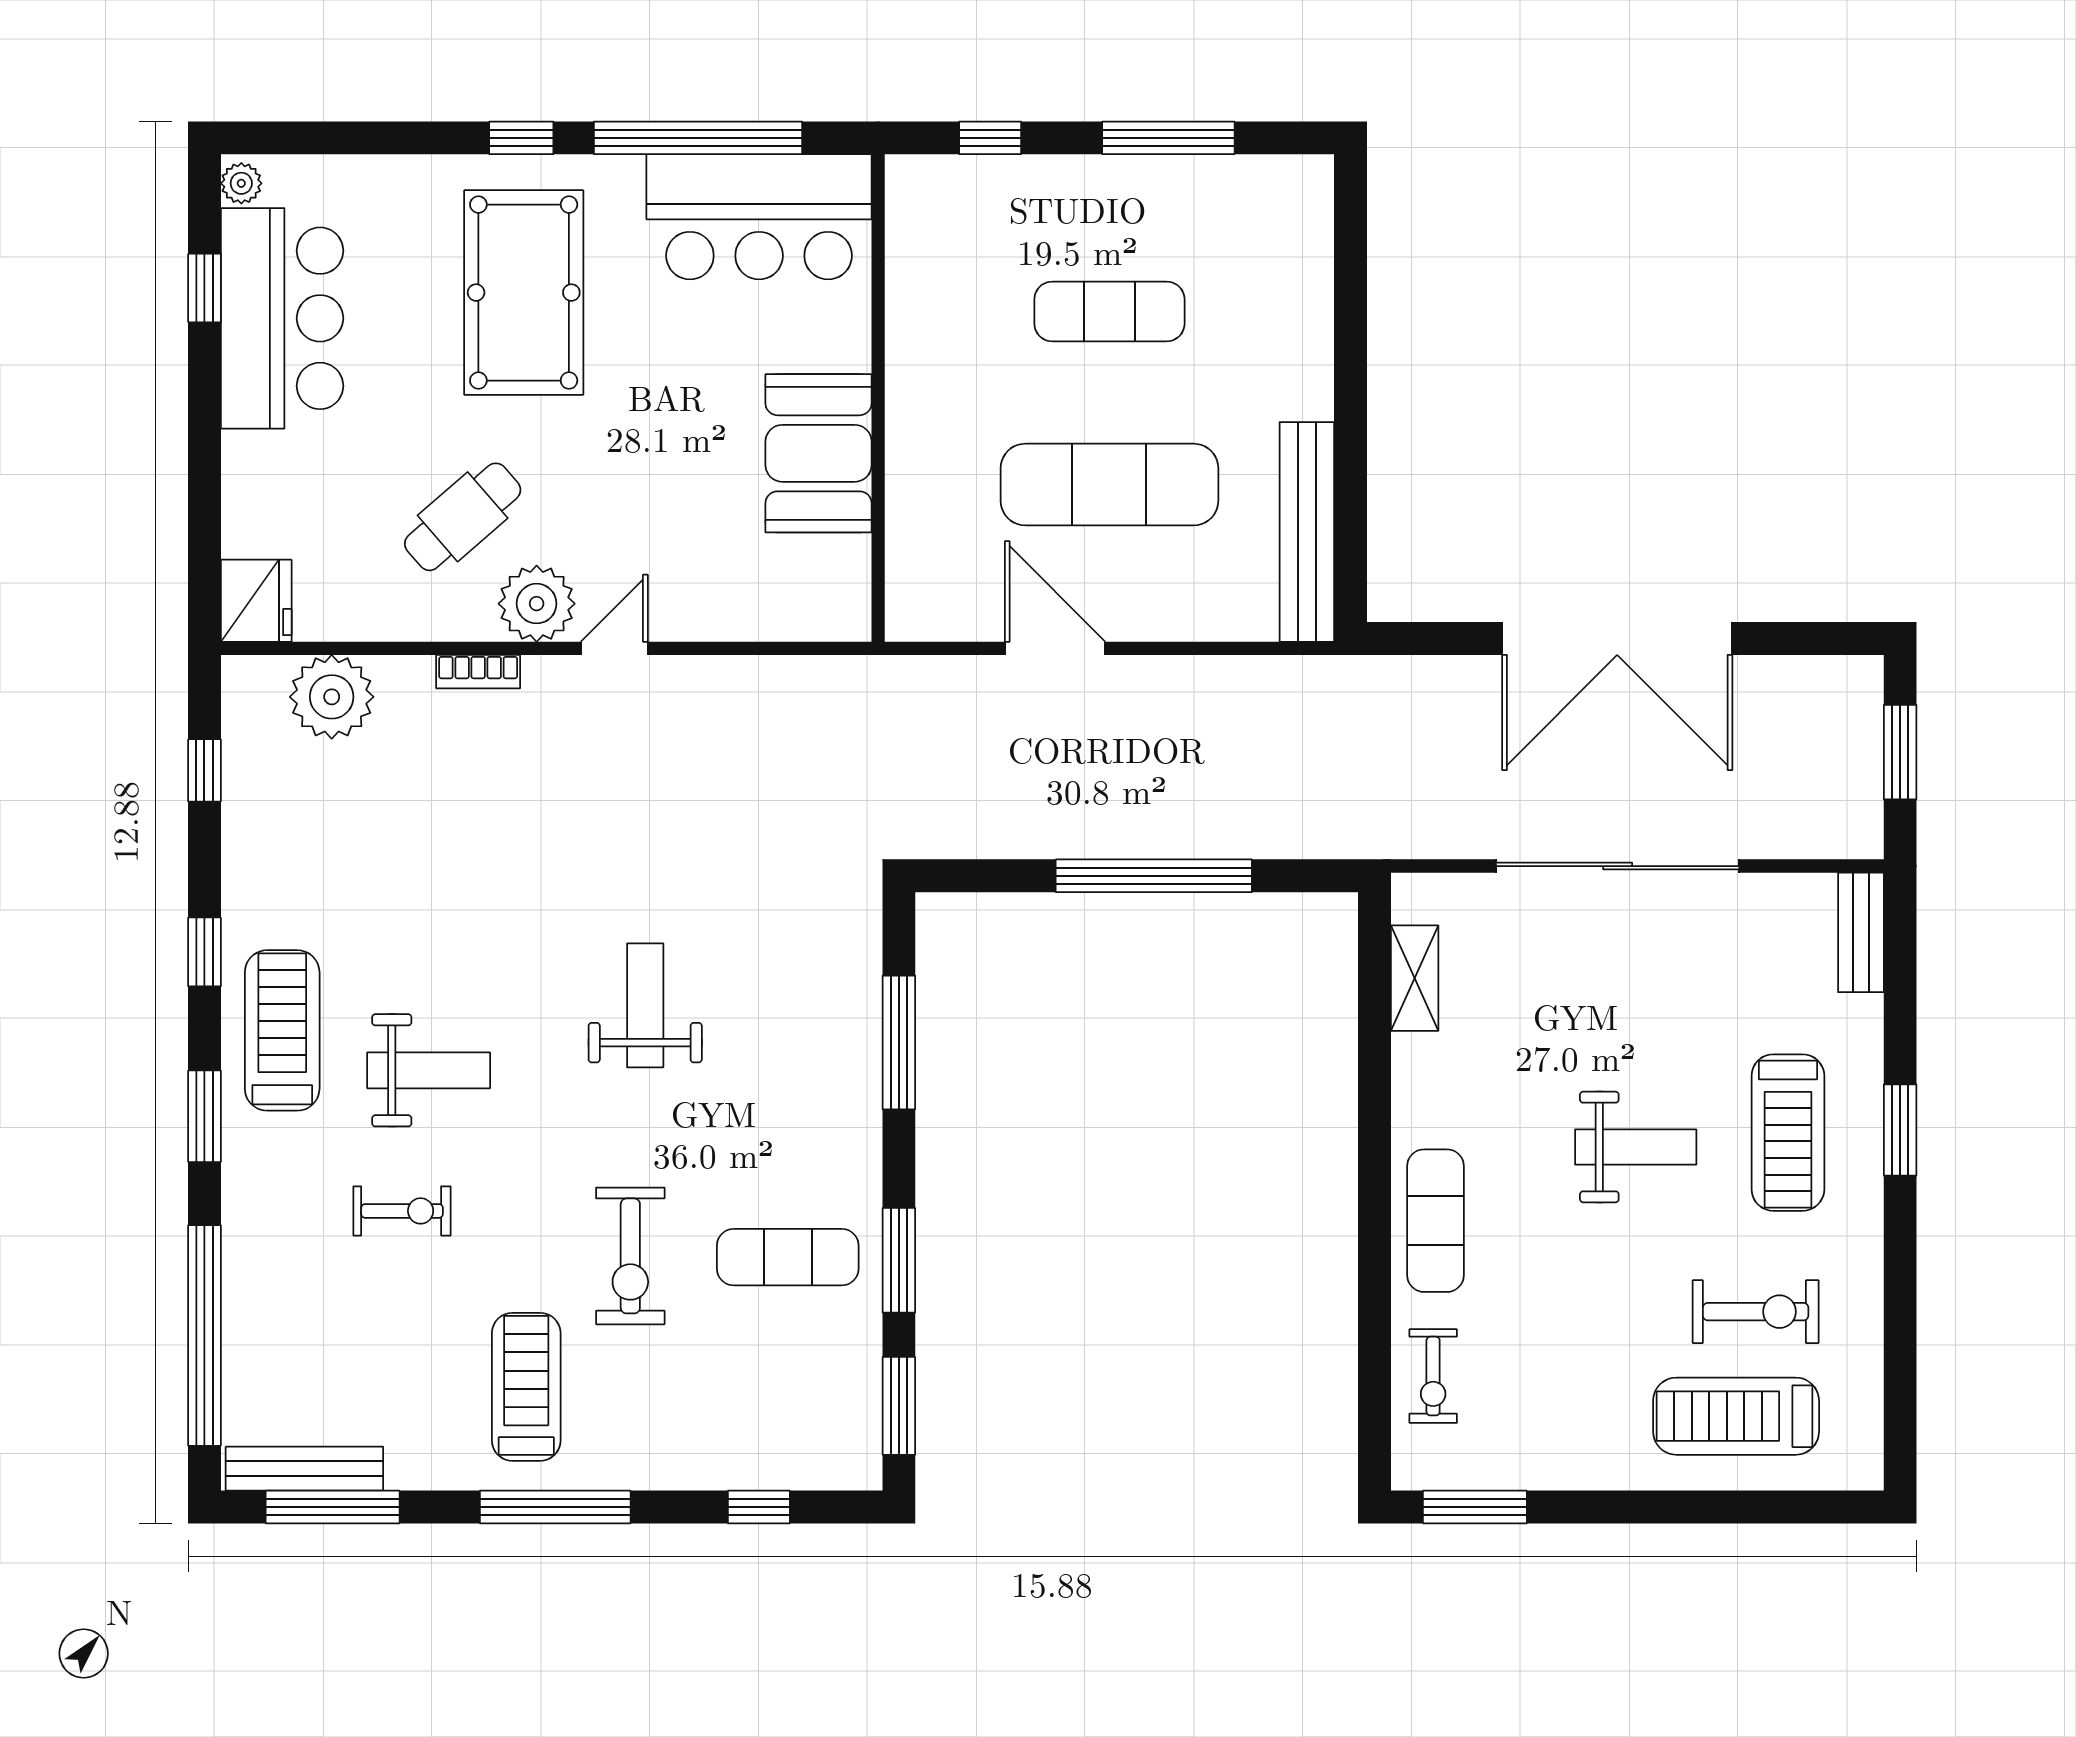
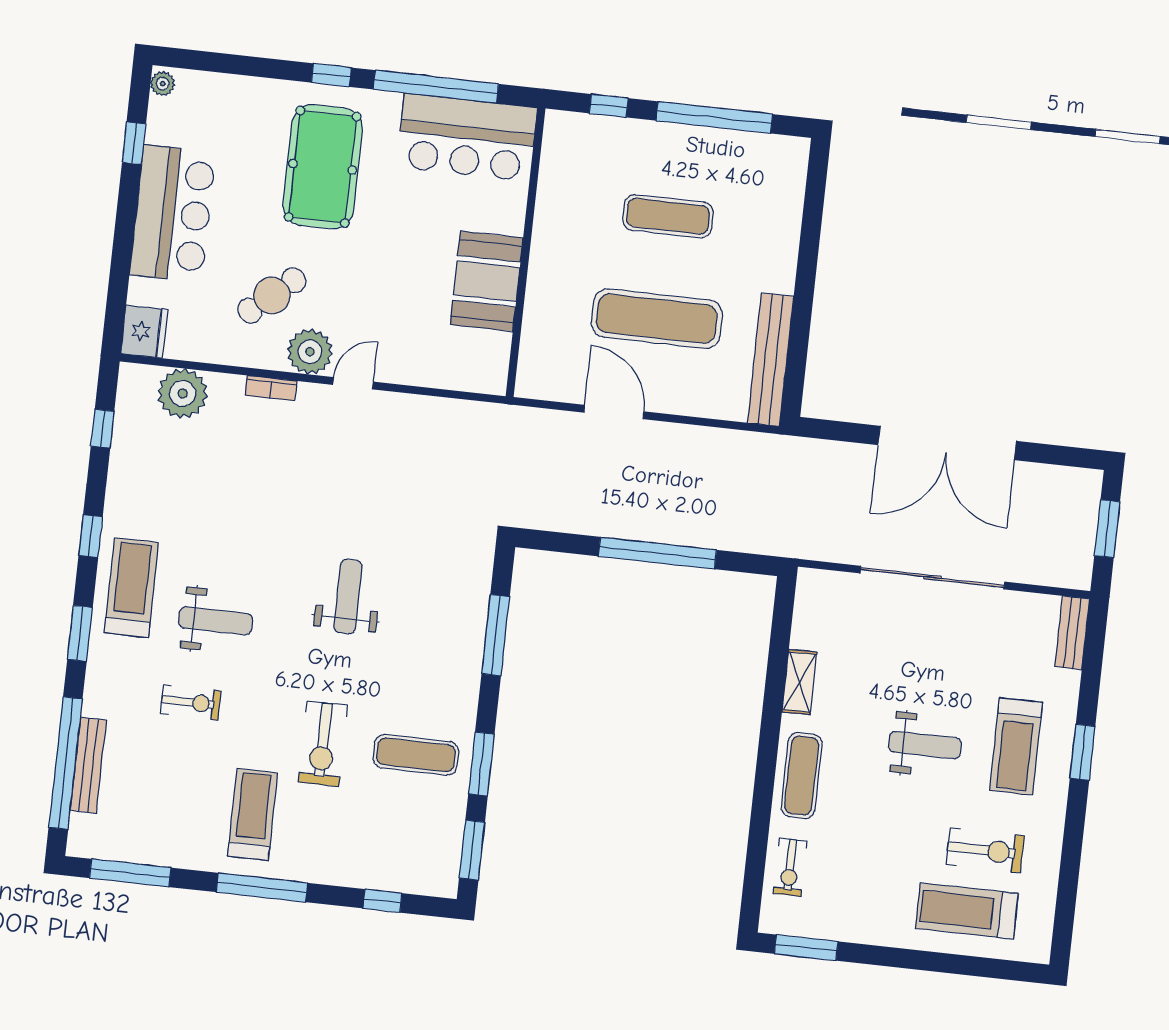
window: (1168, 138) -> (714, 117), width x1.46
bar counter: (282, 318) -> (173, 214), moved
shelving: (1415, 978) -> (799, 682), moved
bench: (304, 1469) -> (88, 765), moved, turned 90

